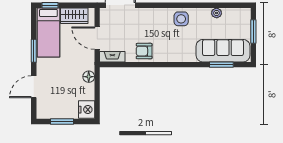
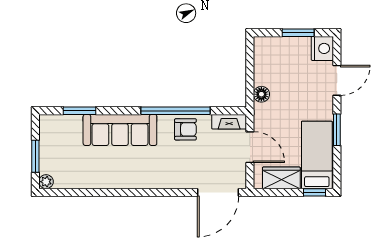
plant: (217, 13) -> (46, 182), moved
side table: (181, 19) -> (135, 174), removed
sofa: (223, 51) -> (120, 130), moved
window: (151, 65) -> (175, 111), added
nightstand: (87, 110) -> (322, 48), moved, turned 180

